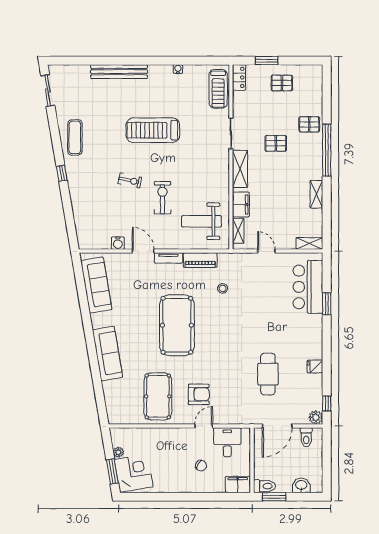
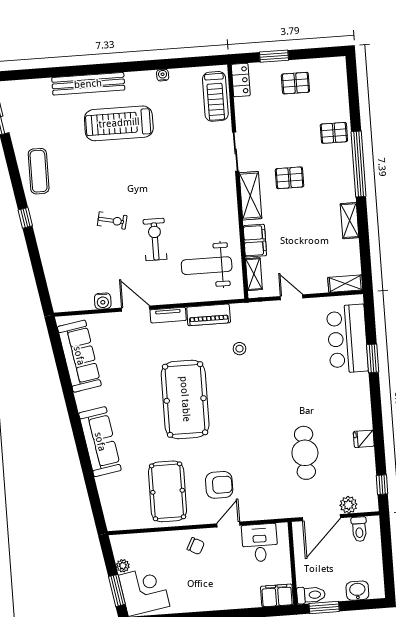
treadmill: (153, 130) -> (119, 123), moved
pallet: (276, 143) -> (290, 178), moved
plant: (316, 417) -> (348, 505), moved
chair: (201, 466) -> (196, 546), moved

